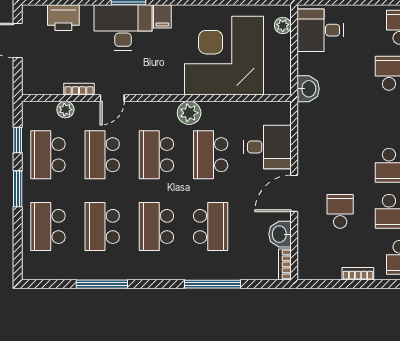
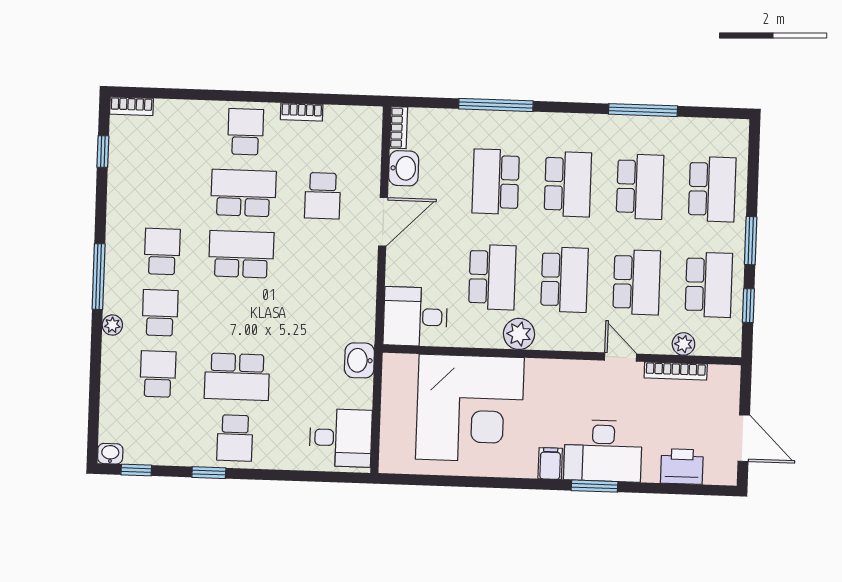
plant: (283, 25) -> (390, 446), removed
bookcase: (79, 89) -> (676, 371), width x1.56
door: (112, 98) -> (621, 357), hinge flipped
desk: (267, 147) -> (415, 317), moved

